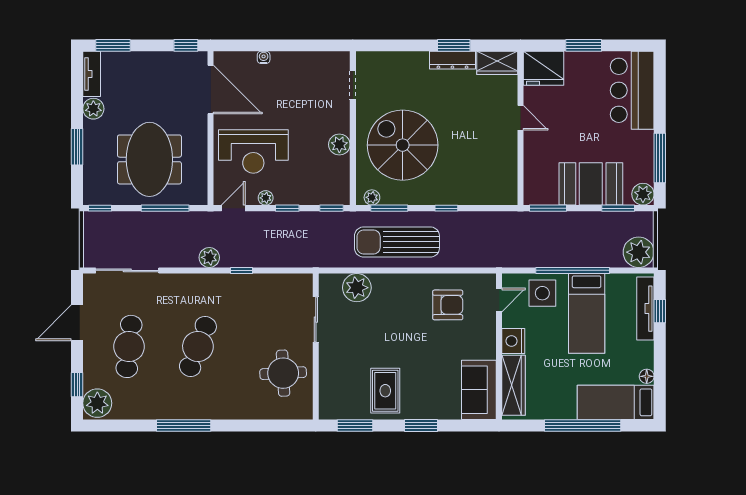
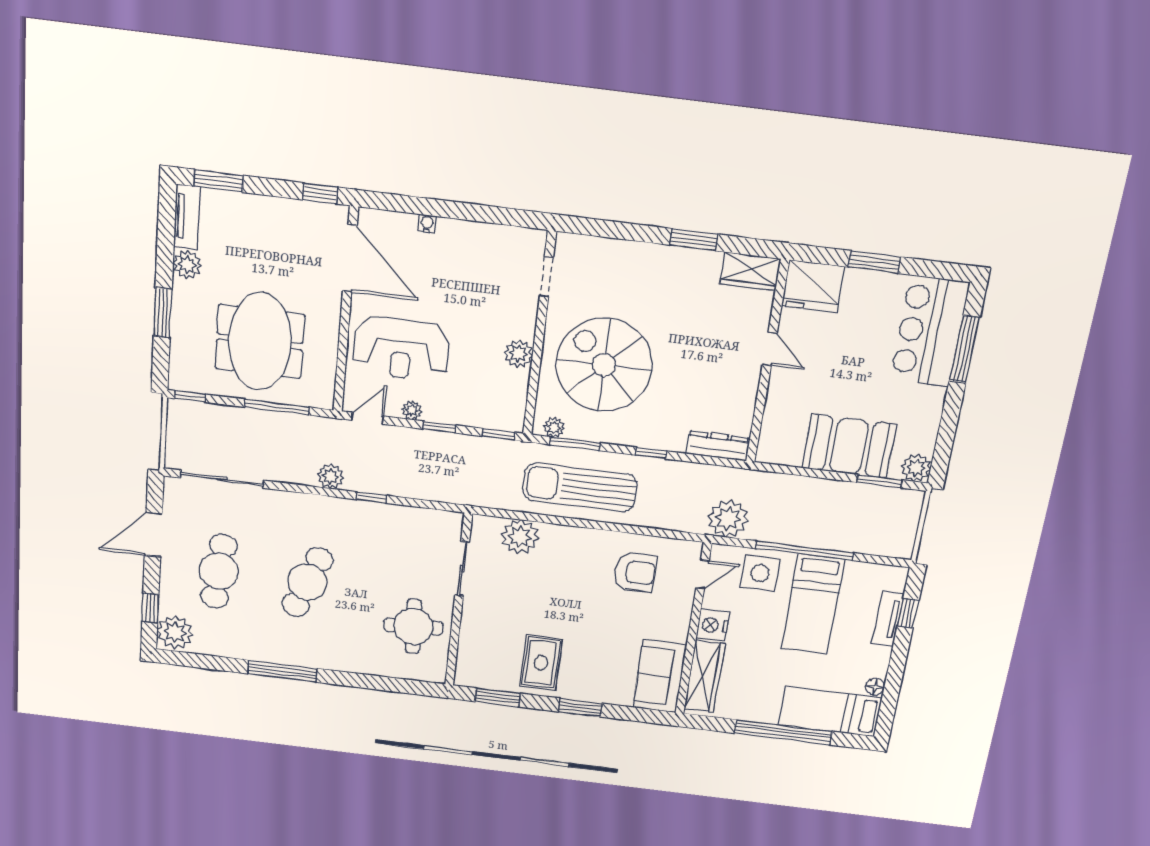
dresser: (452, 60) -> (718, 446), moved, turned 180
window: (660, 158) -> (965, 349), moved
window: (548, 208) -> (786, 470), removed
plant: (639, 252) -> (728, 519), moved
tv unit: (645, 309) -> (888, 619), width x0.71

